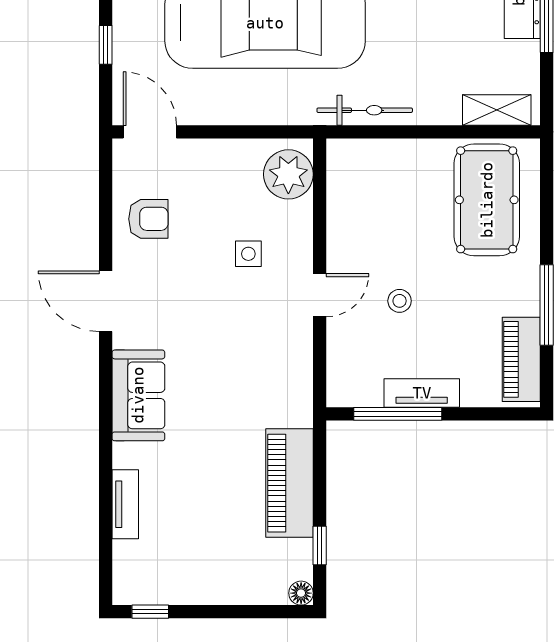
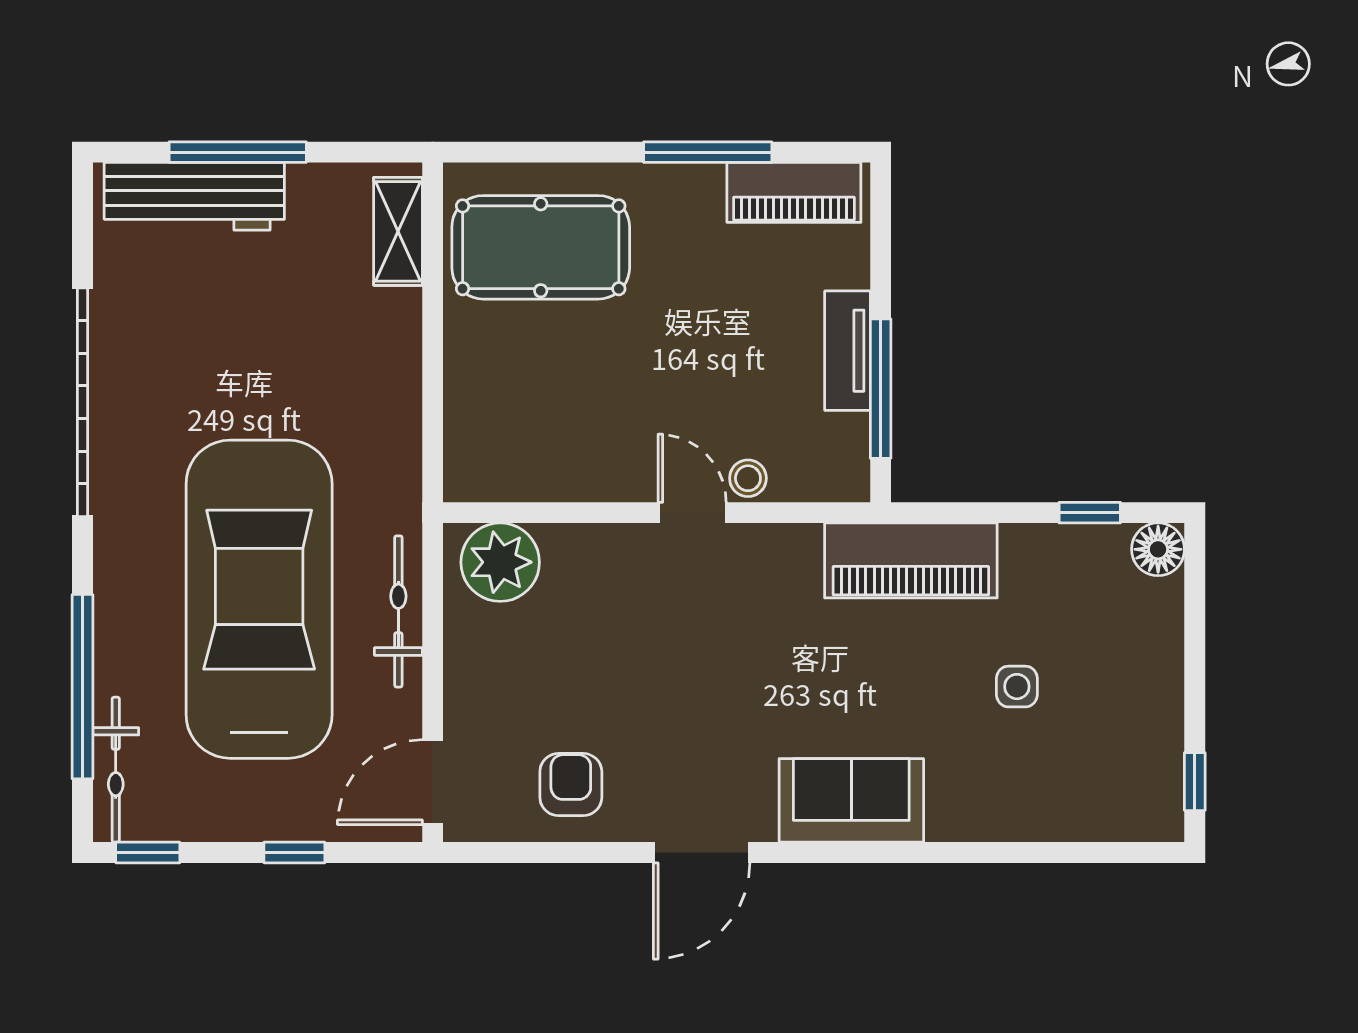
bicycle: (365, 110) -> (398, 611), moved
side table: (248, 254) -> (1017, 687), moved
stool: (400, 301) -> (748, 478), moved
piano: (290, 483) -> (911, 560), moved
tv unit: (125, 504) -> (1024, 821), removed
floor lamp: (301, 593) -> (1158, 549), width x1.37, depth x1.37

